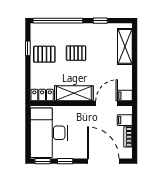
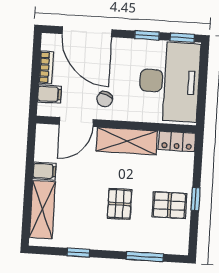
window: (58, 21) -> (145, 257), width x0.47
window: (28, 48) -> (196, 199), moved
pallet: (76, 53) -> (120, 204), turned 90
filing cabinet: (125, 96) -> (45, 171), moved
chair: (90, 119) -> (105, 99), added

